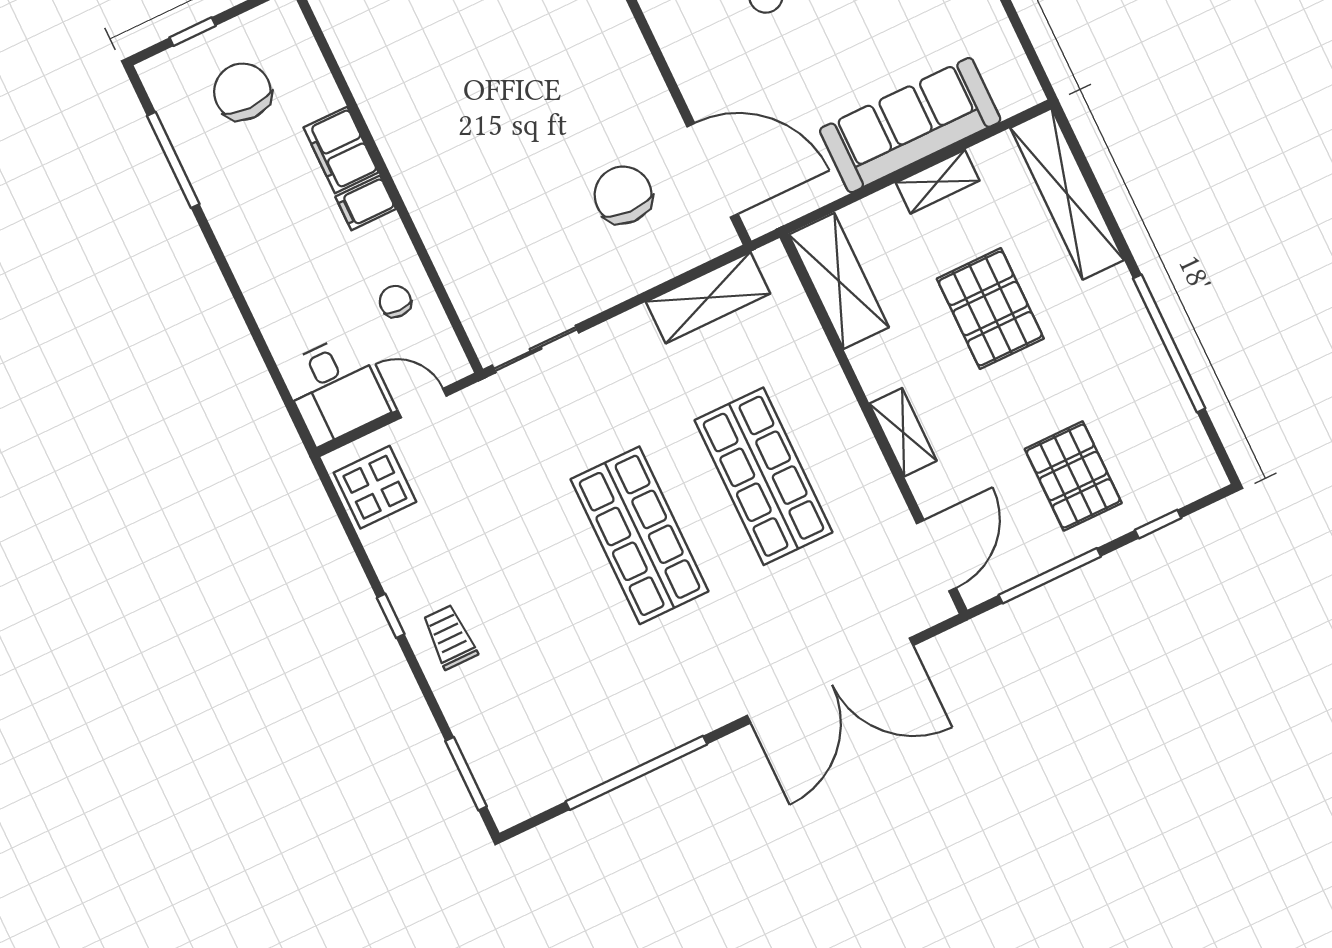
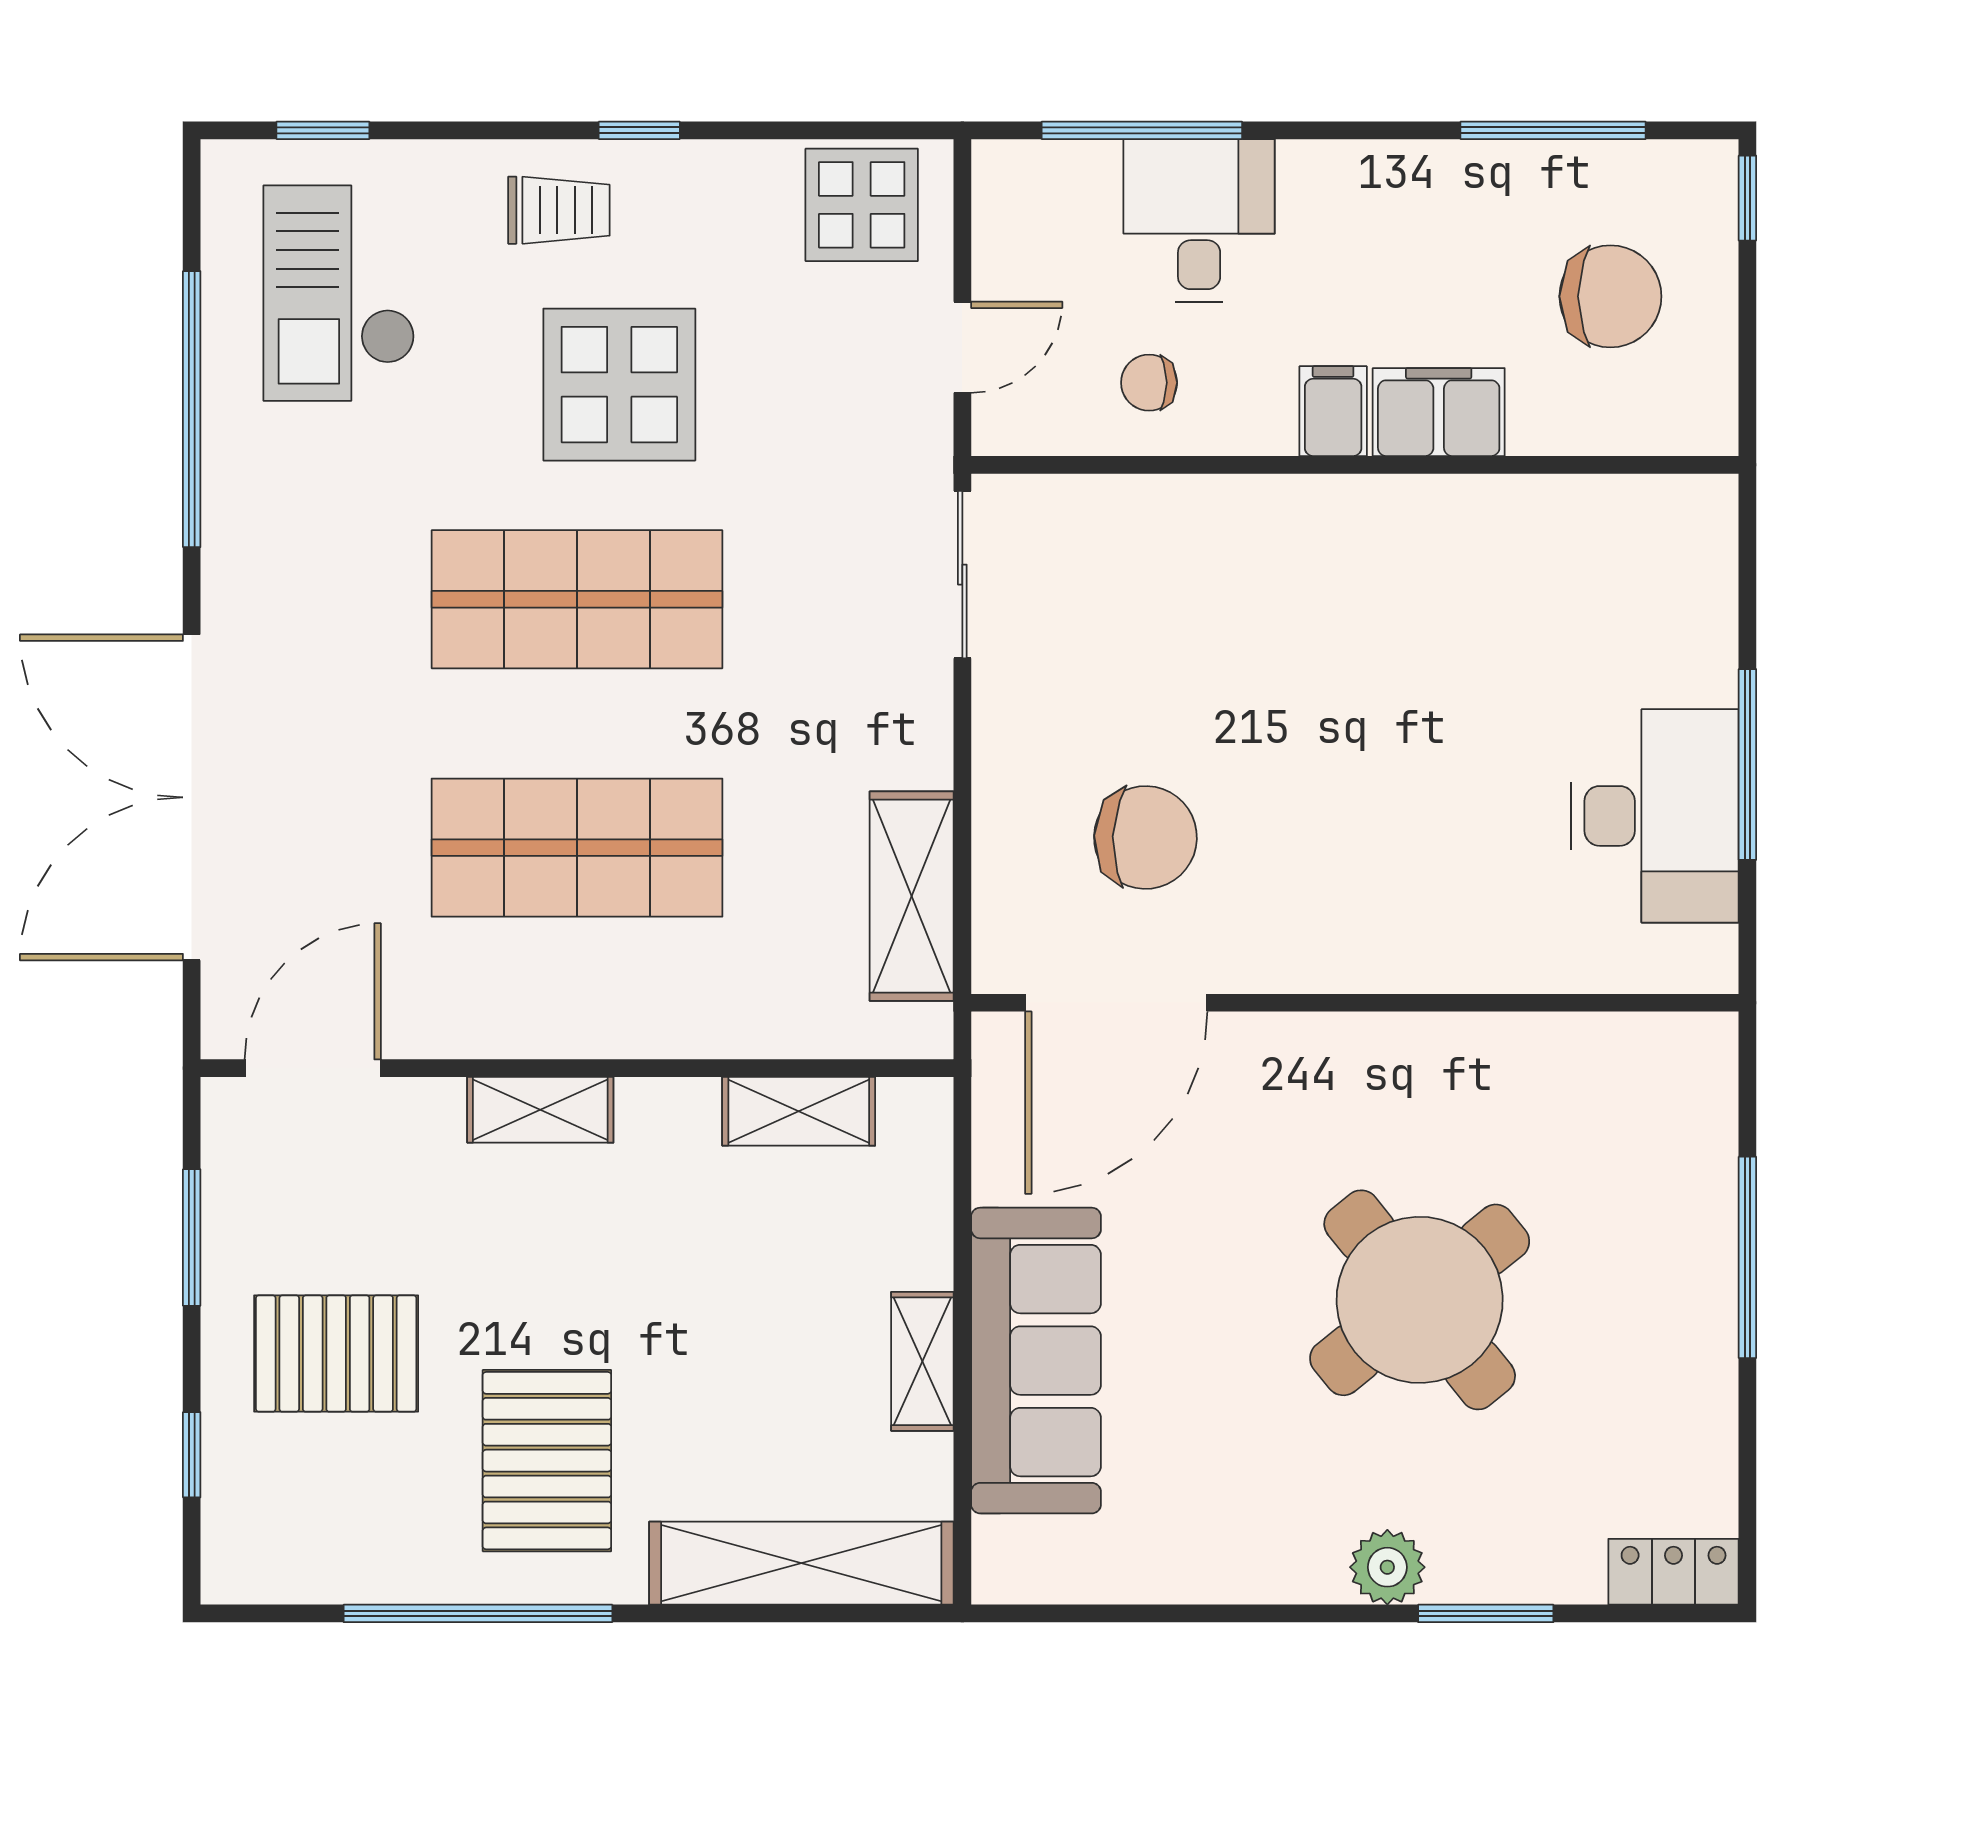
window: (193, 32) -> (1747, 198), moved
shelving: (839, 281) -> (799, 1111), width x0.67, depth x0.75
chair: (395, 301) -> (1149, 383), turned 180
pallet: (990, 309) -> (547, 1461), moved, turned 90
window: (271, 365) -> (1142, 130), added
desk: (334, 390) -> (1199, 221), moved, turned 90
door: (936, 556) -> (313, 1068), swing flipped
display table: (522, 565) -> (619, 385), added
window: (1050, 576) -> (192, 1237), width x0.69
checkout: (543, 727) -> (339, 293), added
window: (466, 774) -> (323, 130), width x0.67

